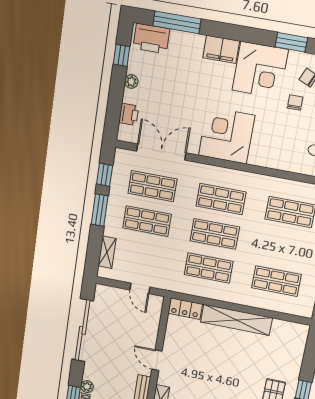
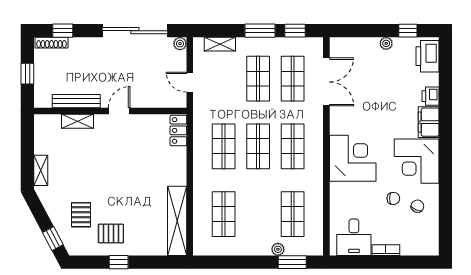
window: (177, 22) -> (445, 77), removed
window: (291, 42) -> (445, 184), removed
printer: (129, 114) -> (431, 96), moved, turned 90
corner desk: (227, 136) -> (353, 158), moved
door: (140, 288) -> (190, 82), hinge flipped
shelving: (236, 320) -> (177, 221), moved
plant: (87, 387) -> (180, 44), moved

